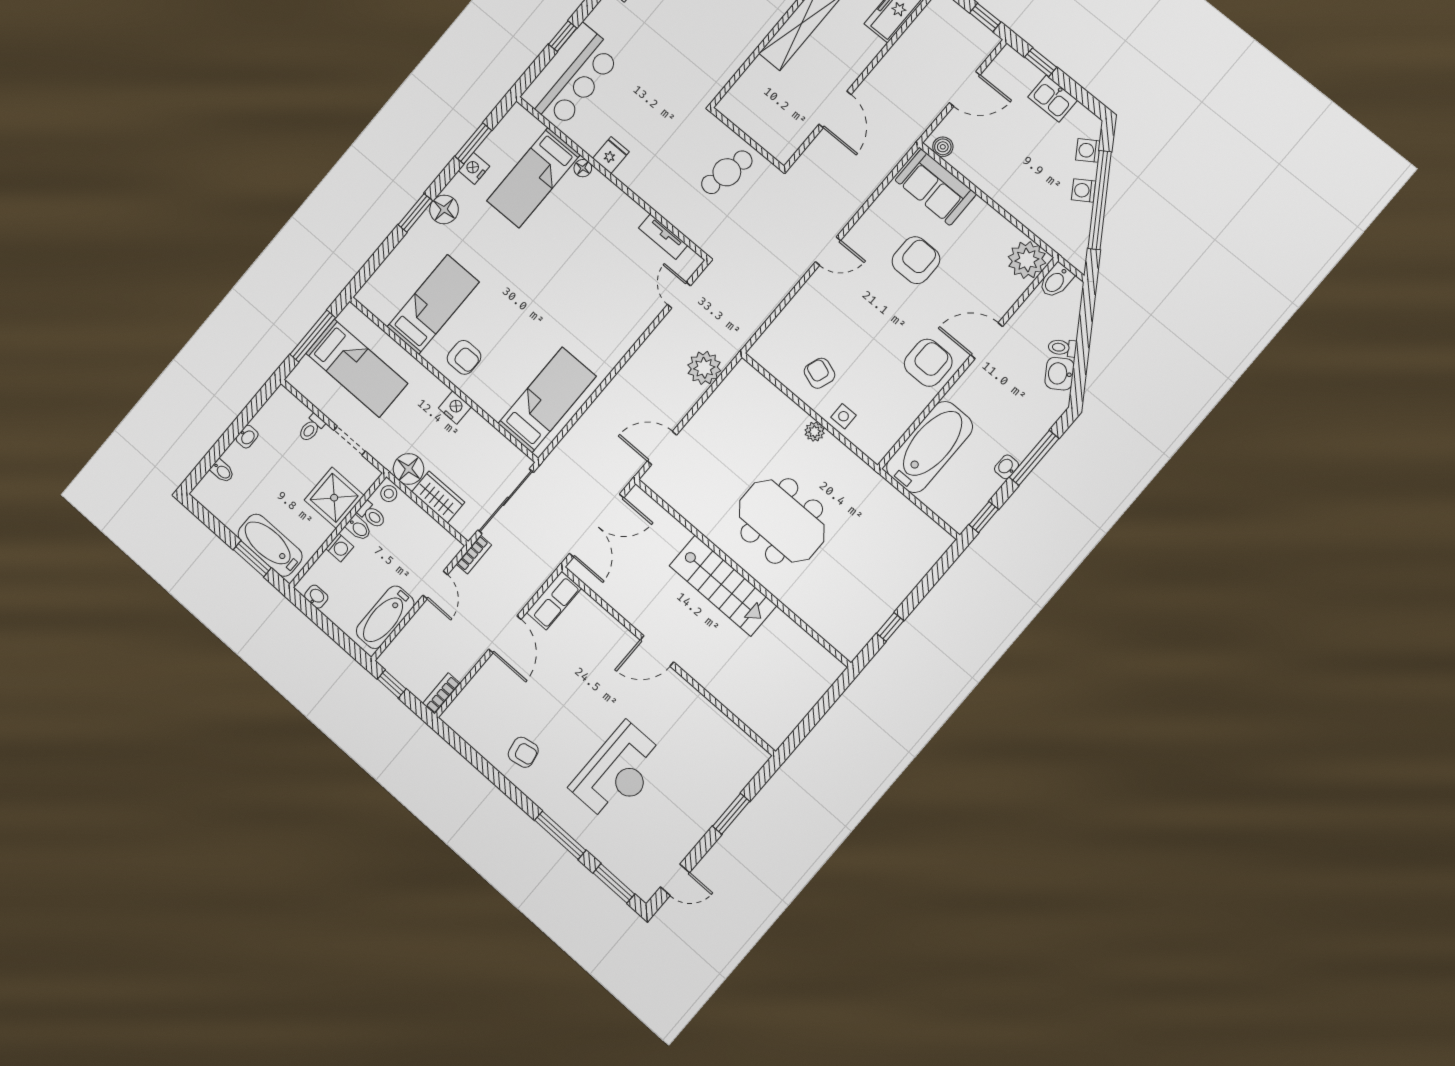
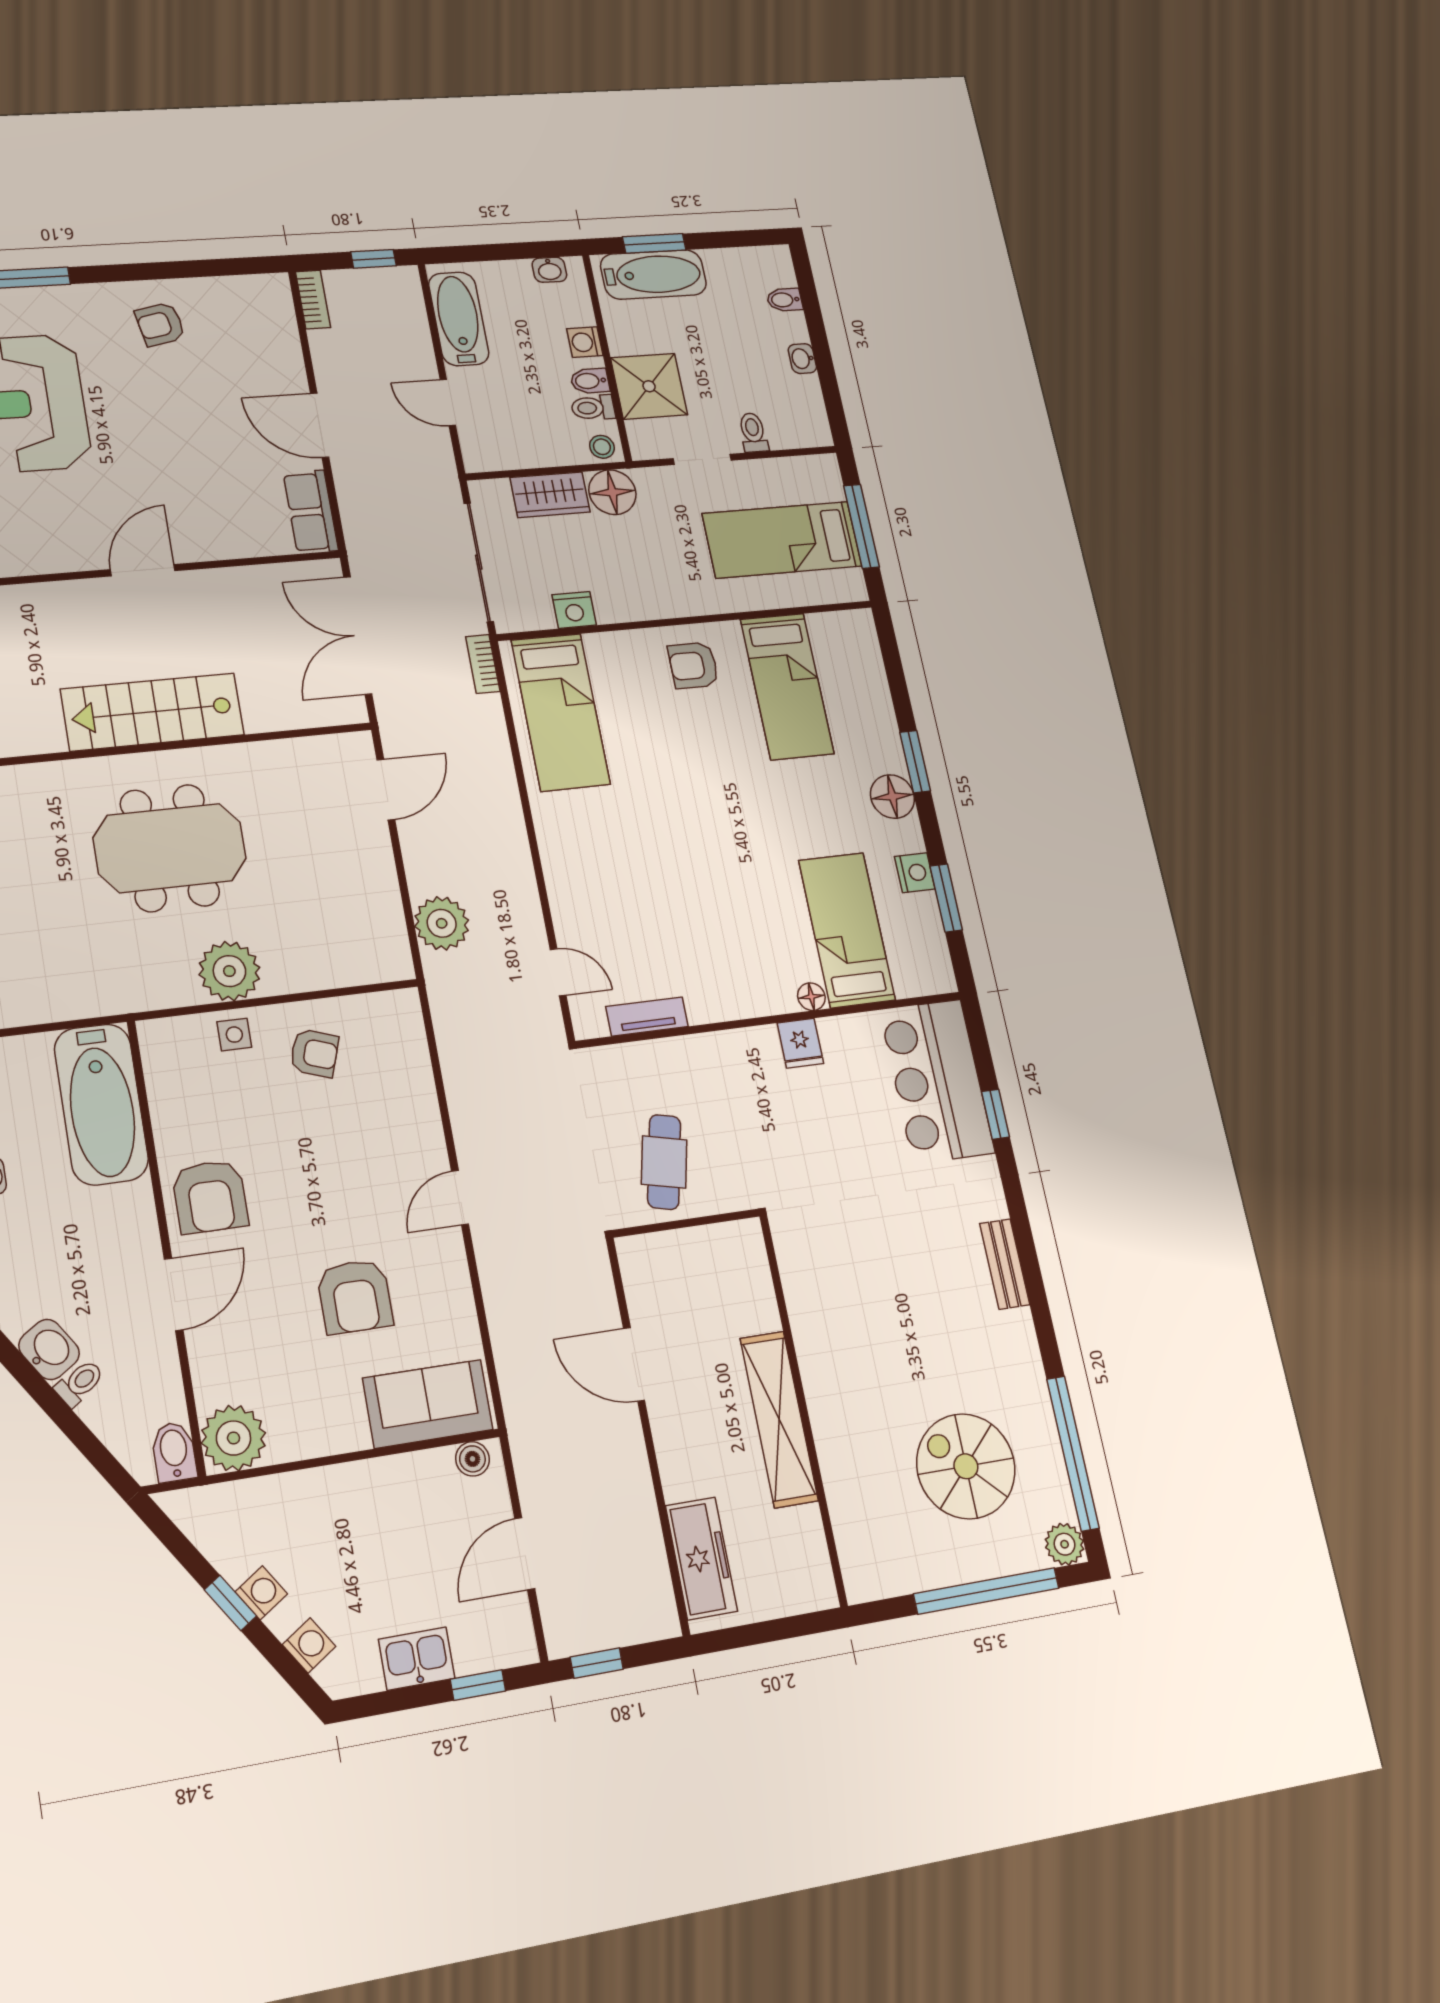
window: (1100, 200) -> (230, 1603), width x0.32
nightstand: (455, 407) -> (574, 610), moved
plant: (815, 432) -> (229, 971), width x1.88, depth x1.88
bookcase: (474, 555) -> (483, 664), moved

